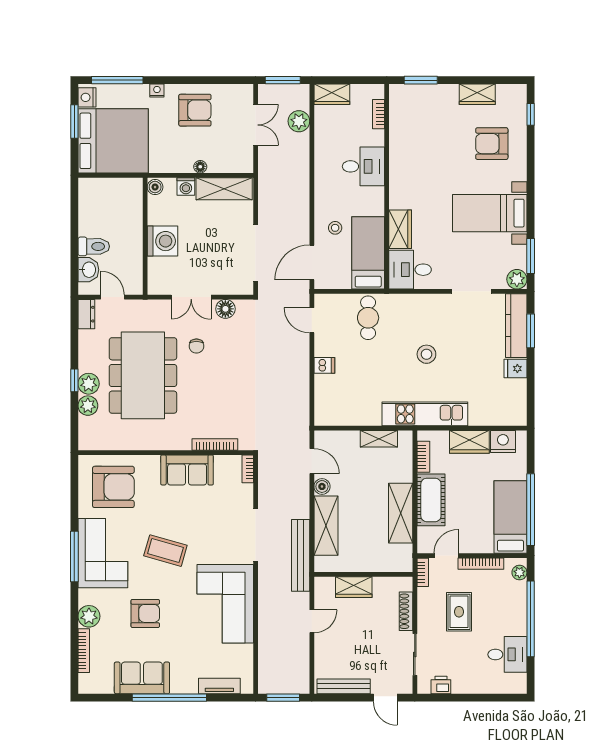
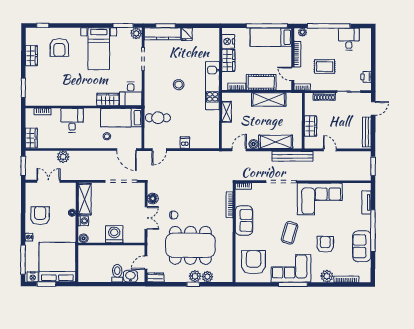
plant: (299, 121) -> (63, 157), moved

